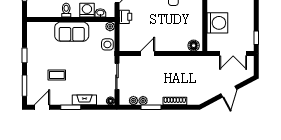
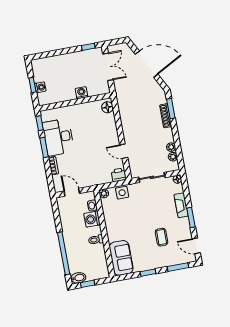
printer: (125, 17) -> (119, 175), moved
washing machine: (217, 23) -> (82, 93), width x0.53, depth x0.53
sofa: (72, 32) -> (121, 258), moved
door: (229, 92) -> (147, 64), width x1.88
window: (151, 107) -> (171, 109), moved

